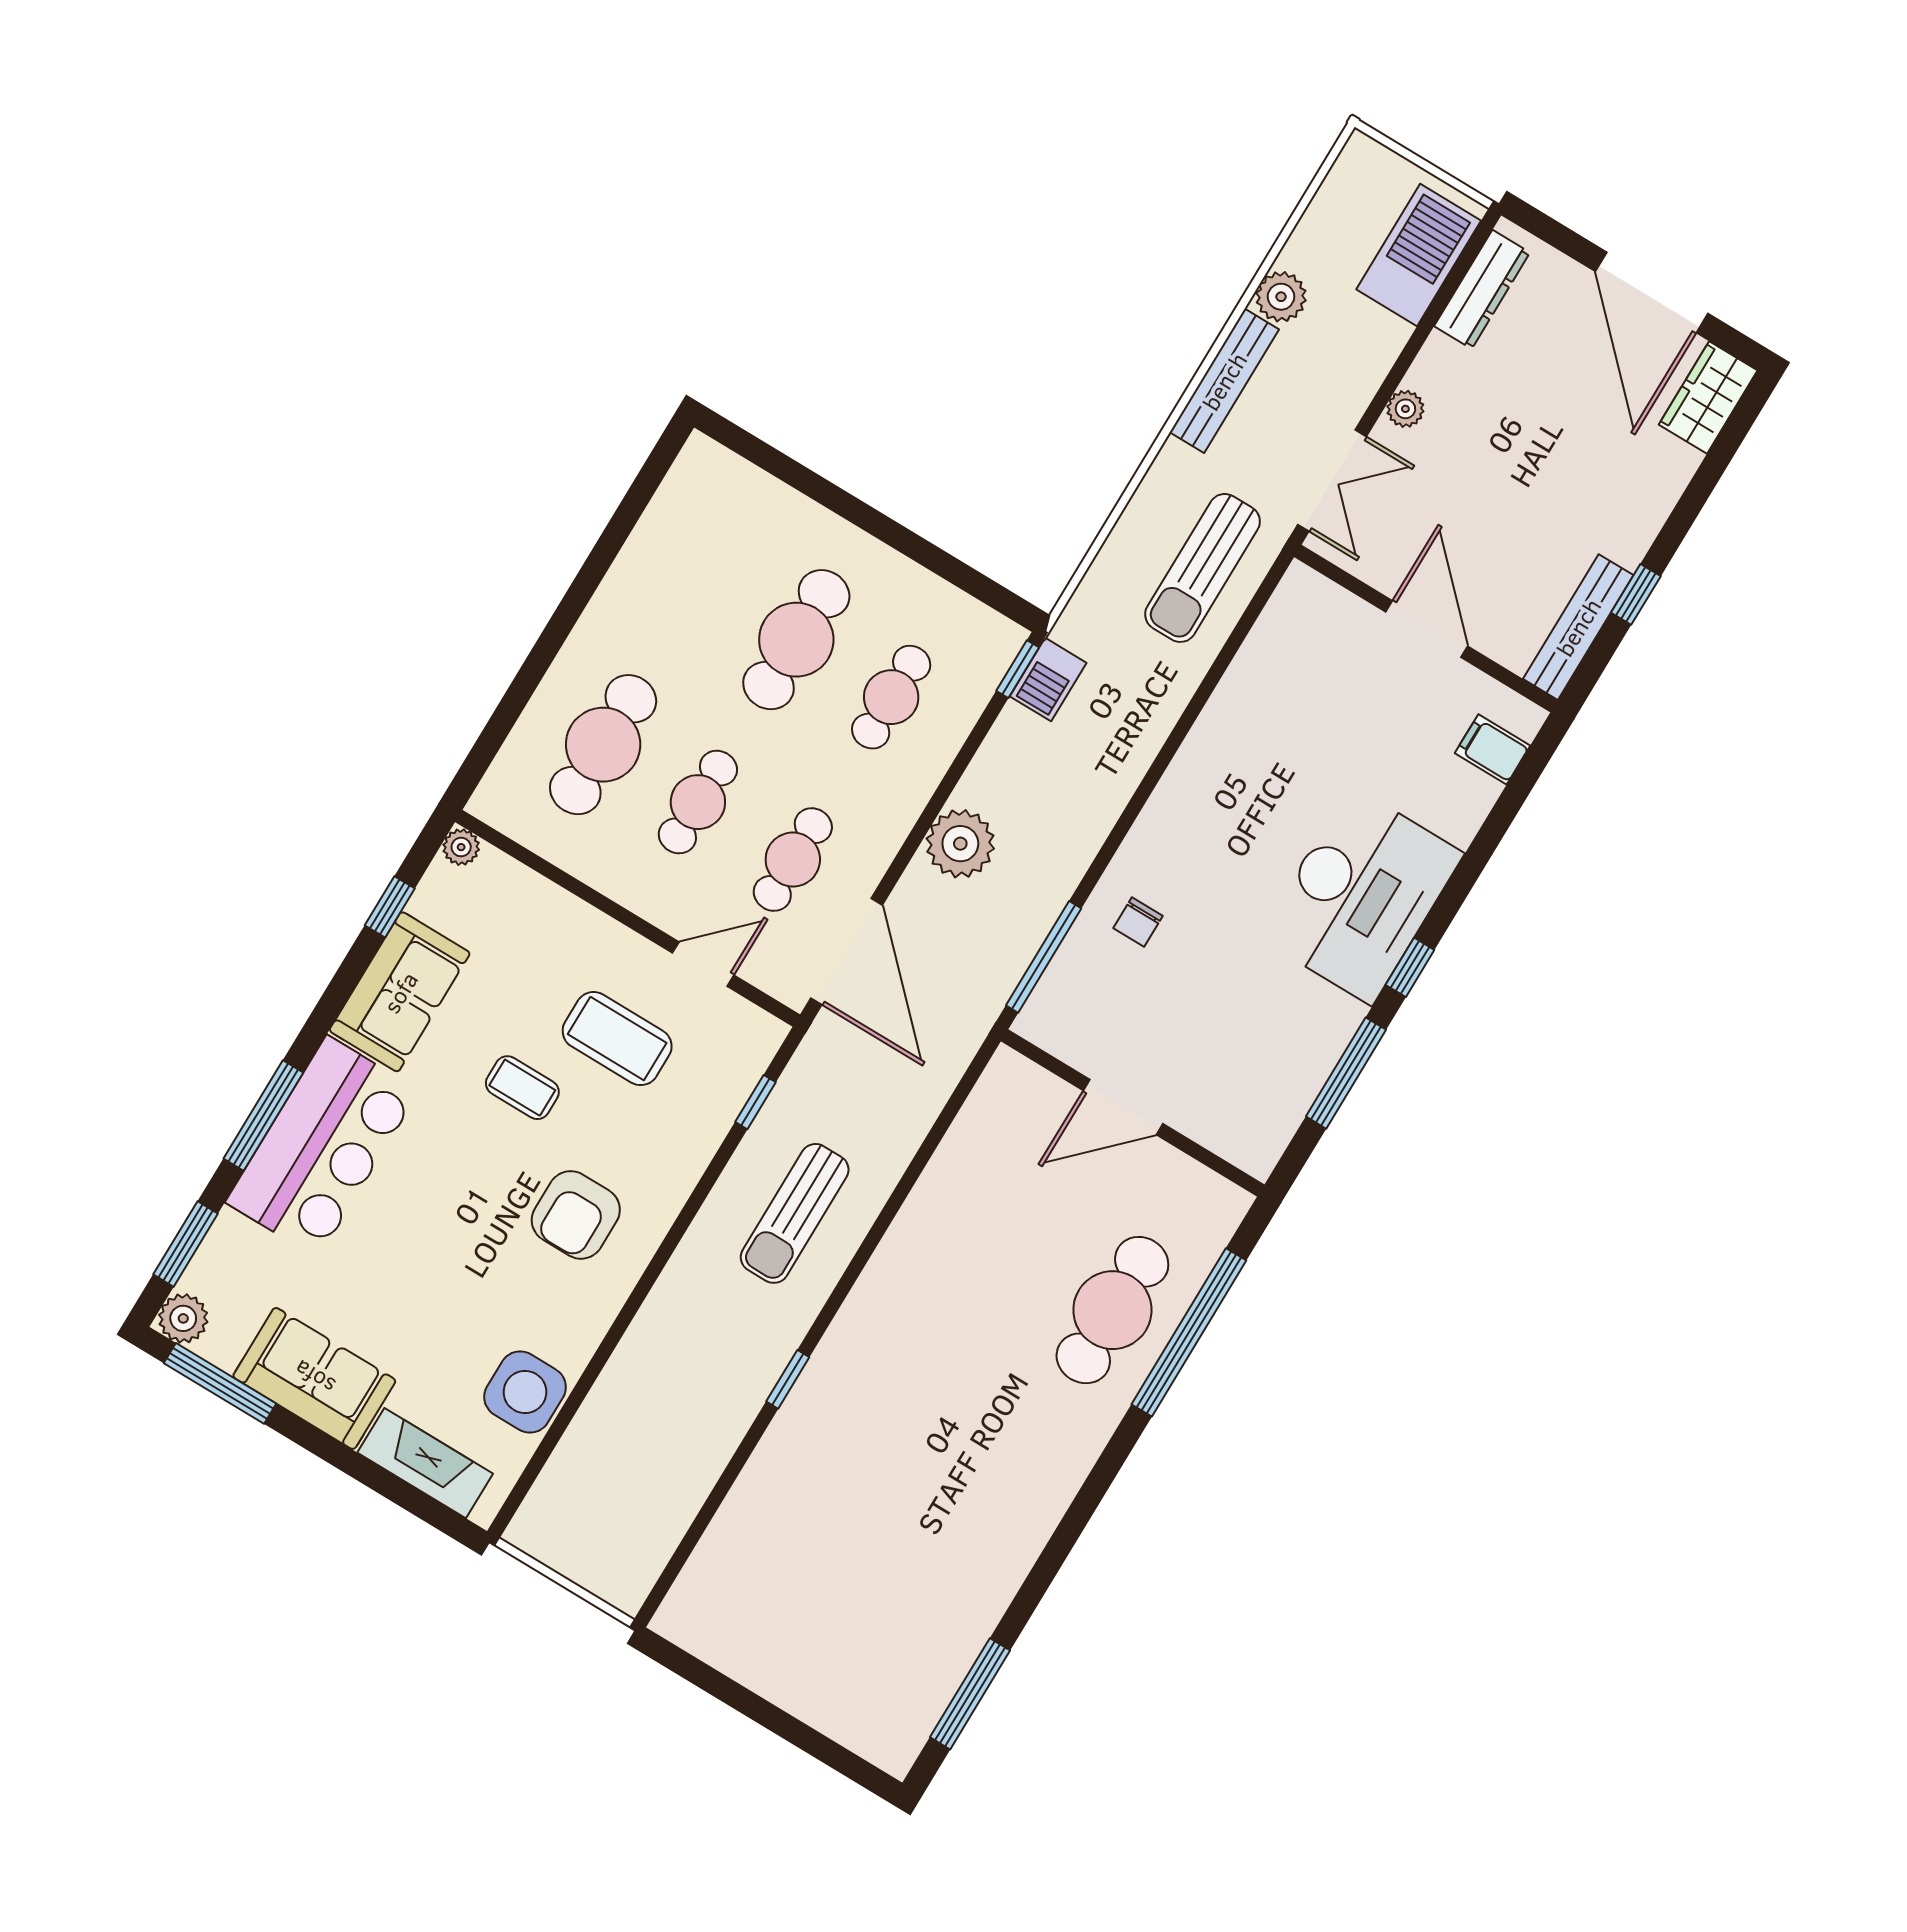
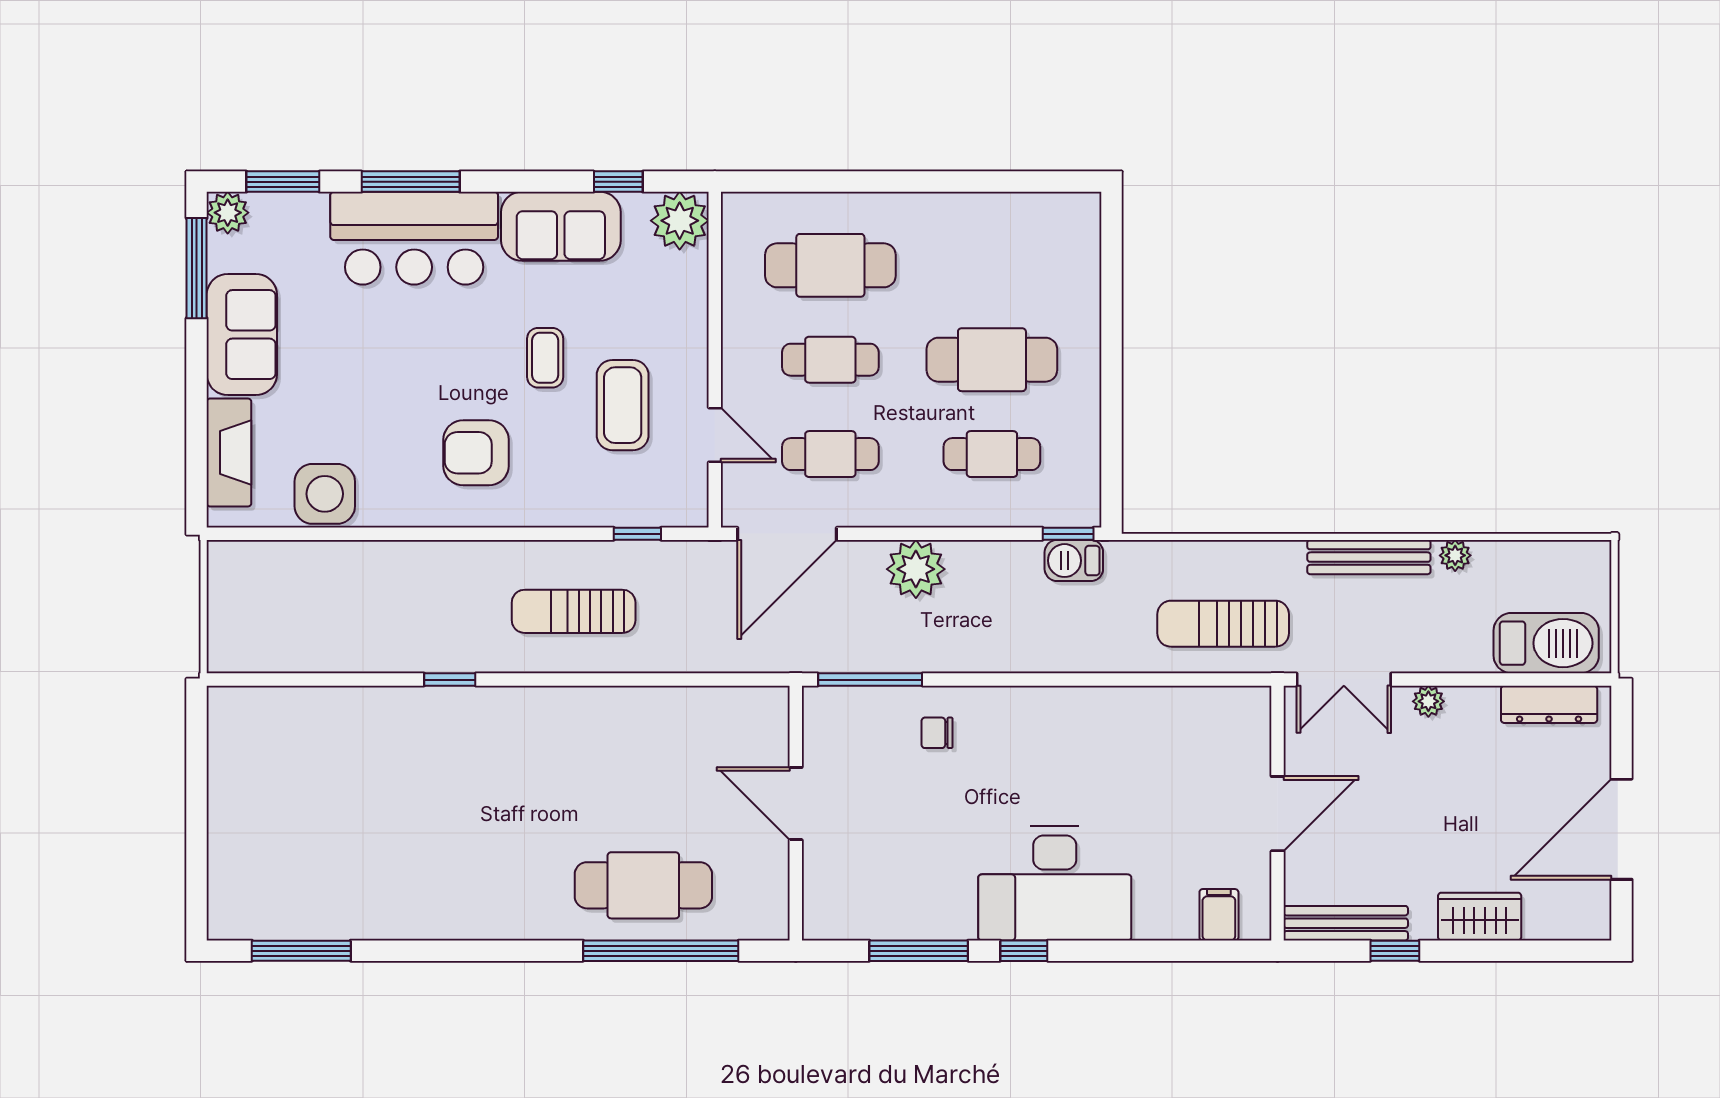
plant: (1281, 297) -> (1455, 555), width x0.73, depth x0.73
wardrobe: (1708, 398) -> (1480, 917), moved
plant: (461, 847) -> (680, 221), width x1.87, depth x1.87

